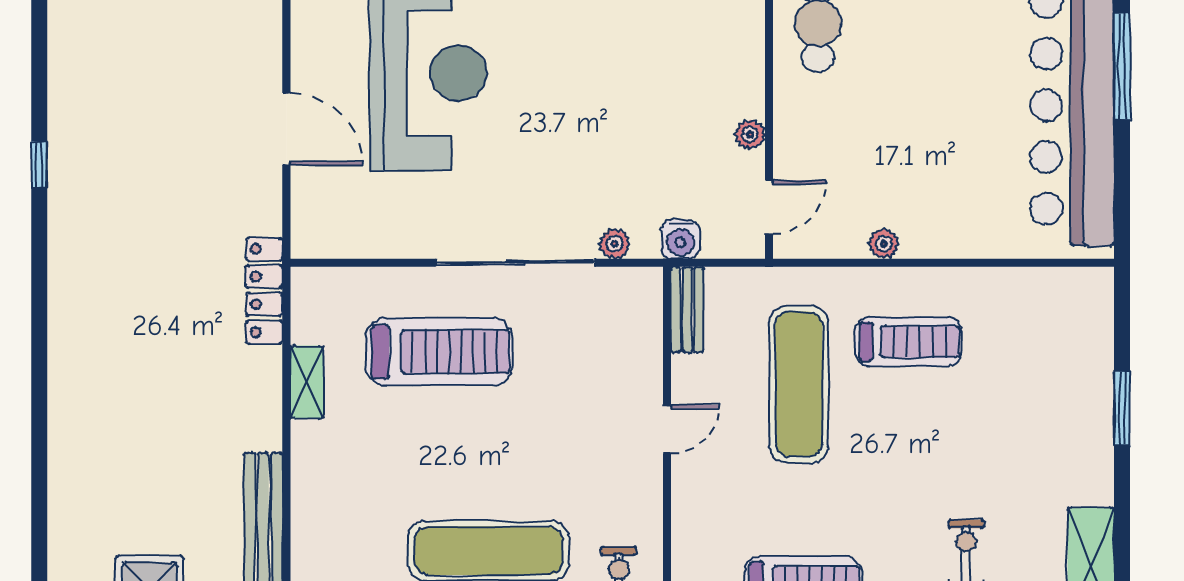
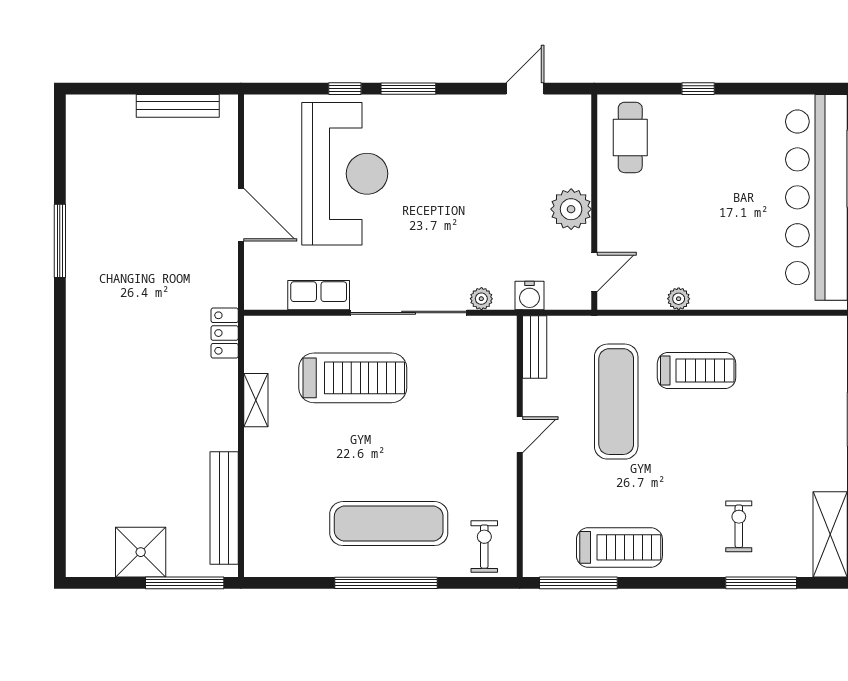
plant: (750, 134) -> (571, 209), width x1.88, depth x1.88
window: (39, 165) -> (60, 241), width x2.17
row of seats: (393, 239) -> (319, 295), added
locker: (264, 291) -> (225, 333), width x0.66

